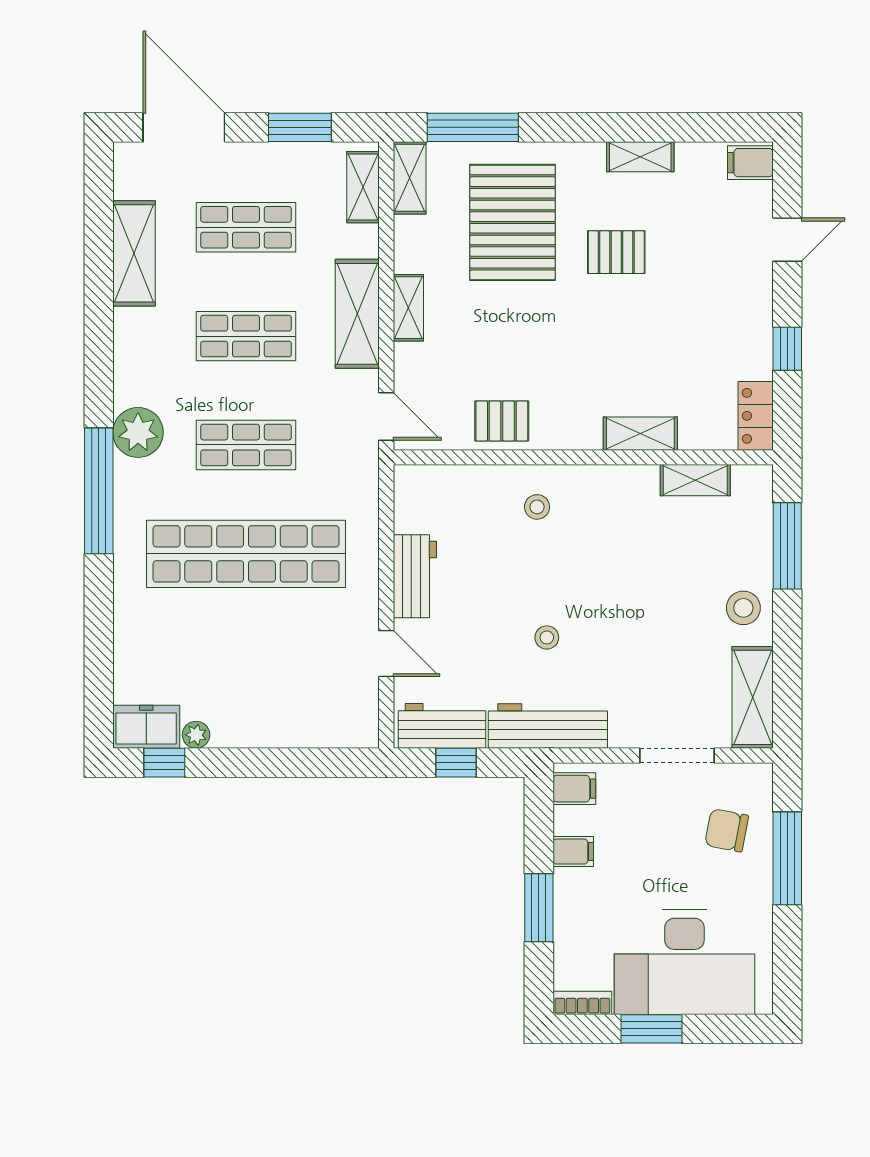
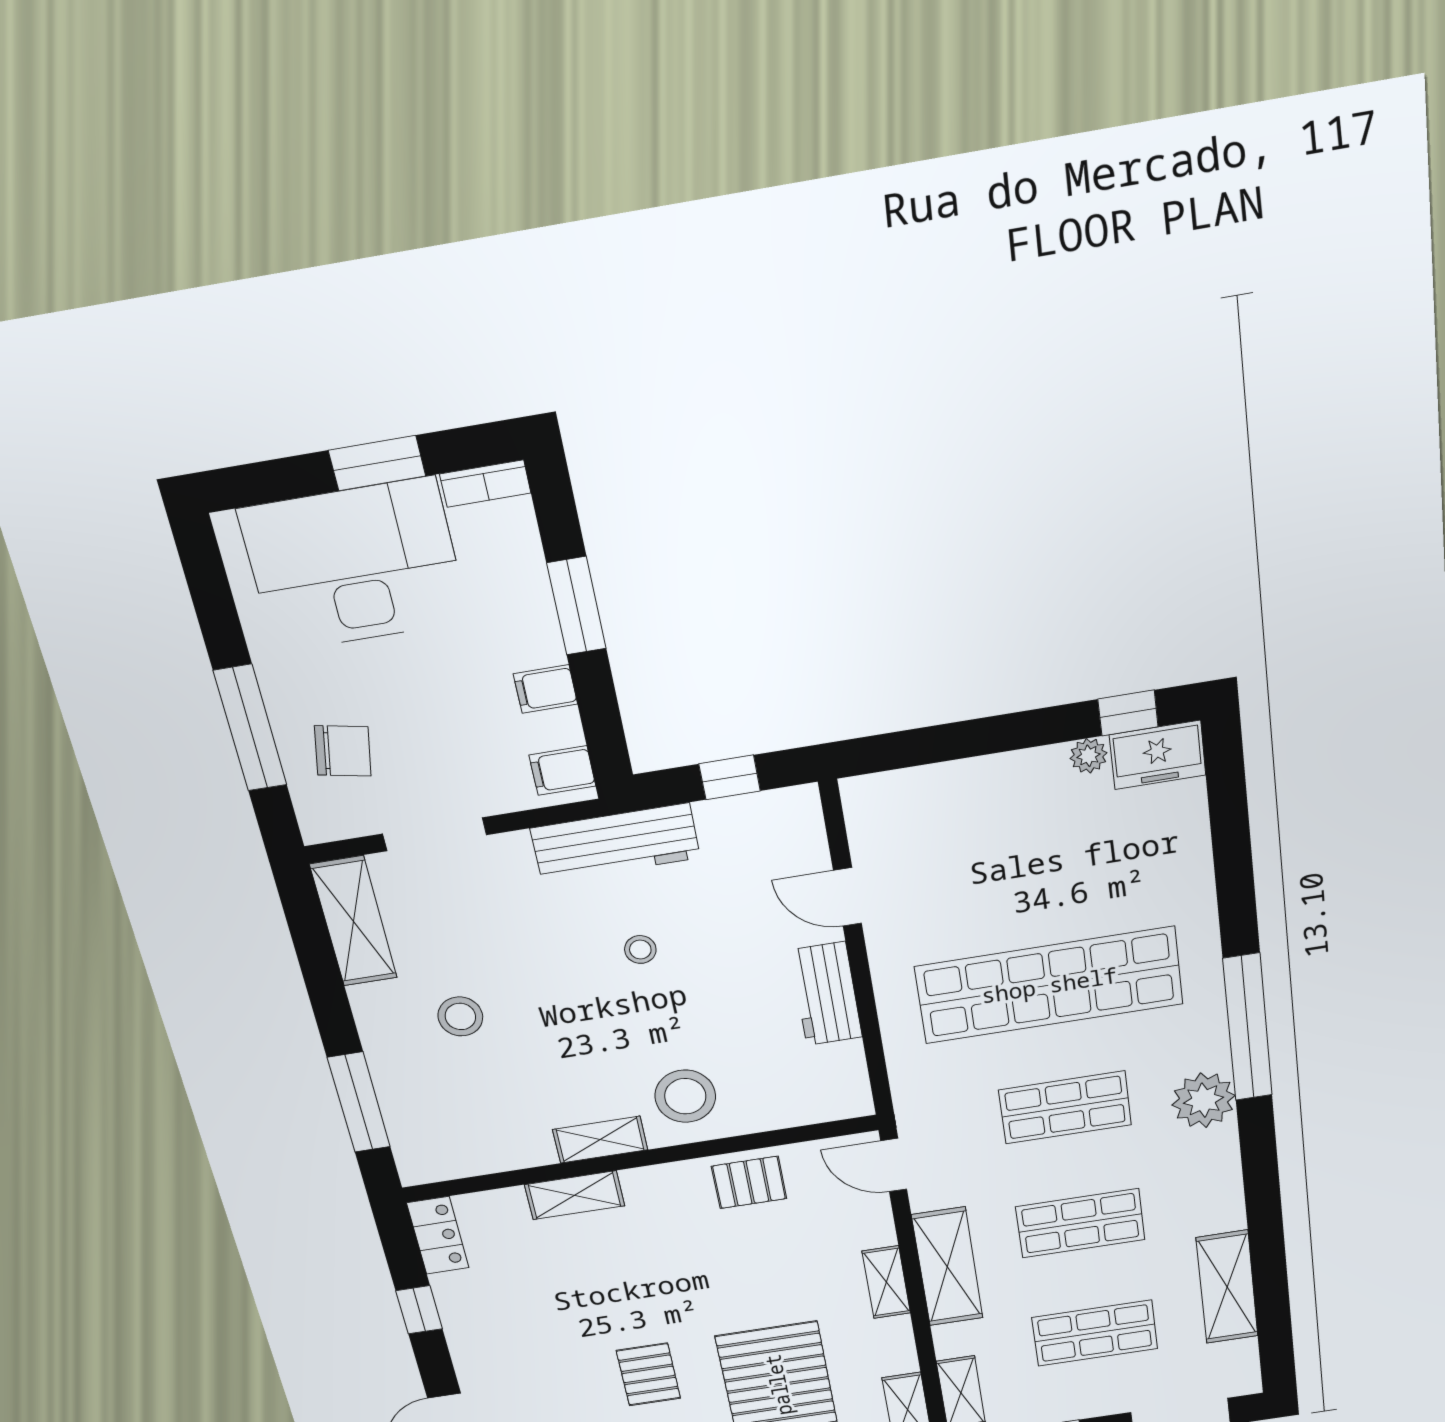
pallet: (616, 252) -> (648, 1374), turned 90
shelving: (695, 480) -> (600, 1140), moved
stool: (537, 507) -> (685, 1096), width x1.89, depth x1.89
stool: (743, 608) -> (460, 1016), moved
workbench: (442, 726) -> (757, 820), removed

